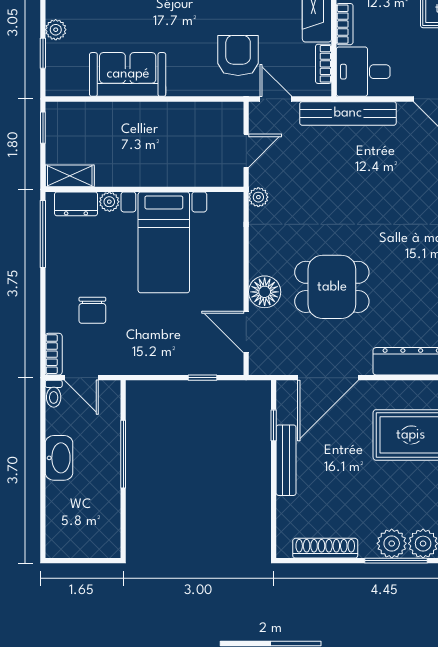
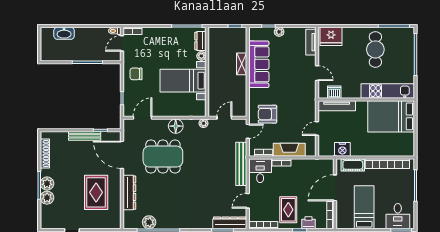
armchair: (238, 55) -> (267, 114), turned 180
sofa: (128, 74) -> (259, 64), width x1.36
door: (246, 151) -> (224, 118), swing flipped
shelving: (70, 176) -> (242, 64), moved
dining table: (332, 287) -> (163, 157), width x1.38
floor lamp: (265, 292) -> (176, 126), moved
chair: (92, 310) -> (136, 74), moved
washbasin: (59, 458) -> (64, 33), moved

